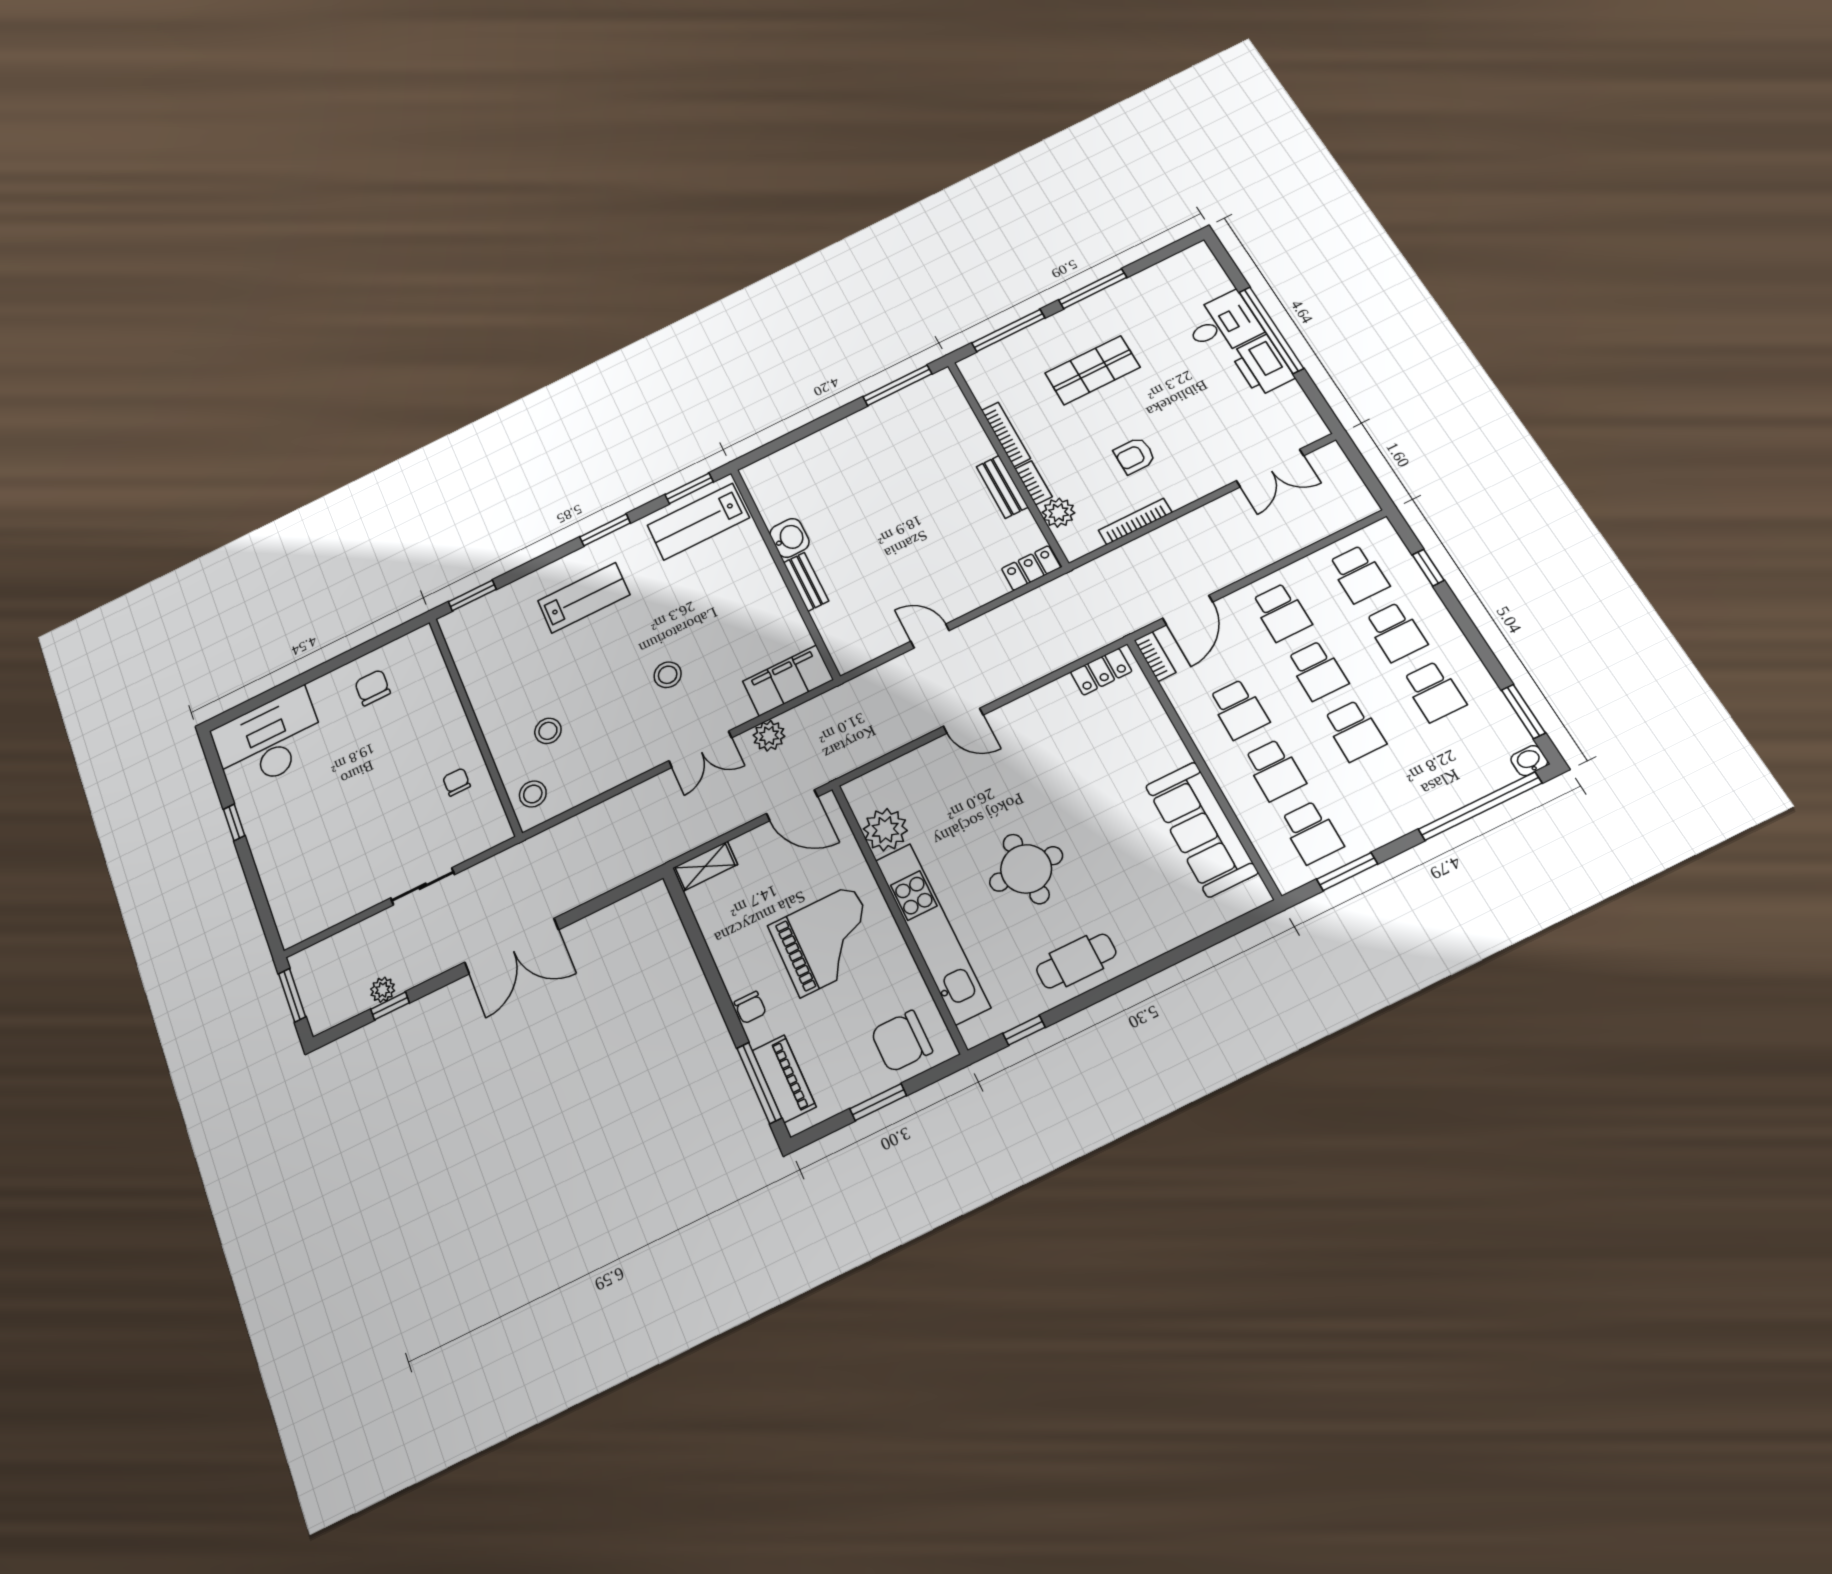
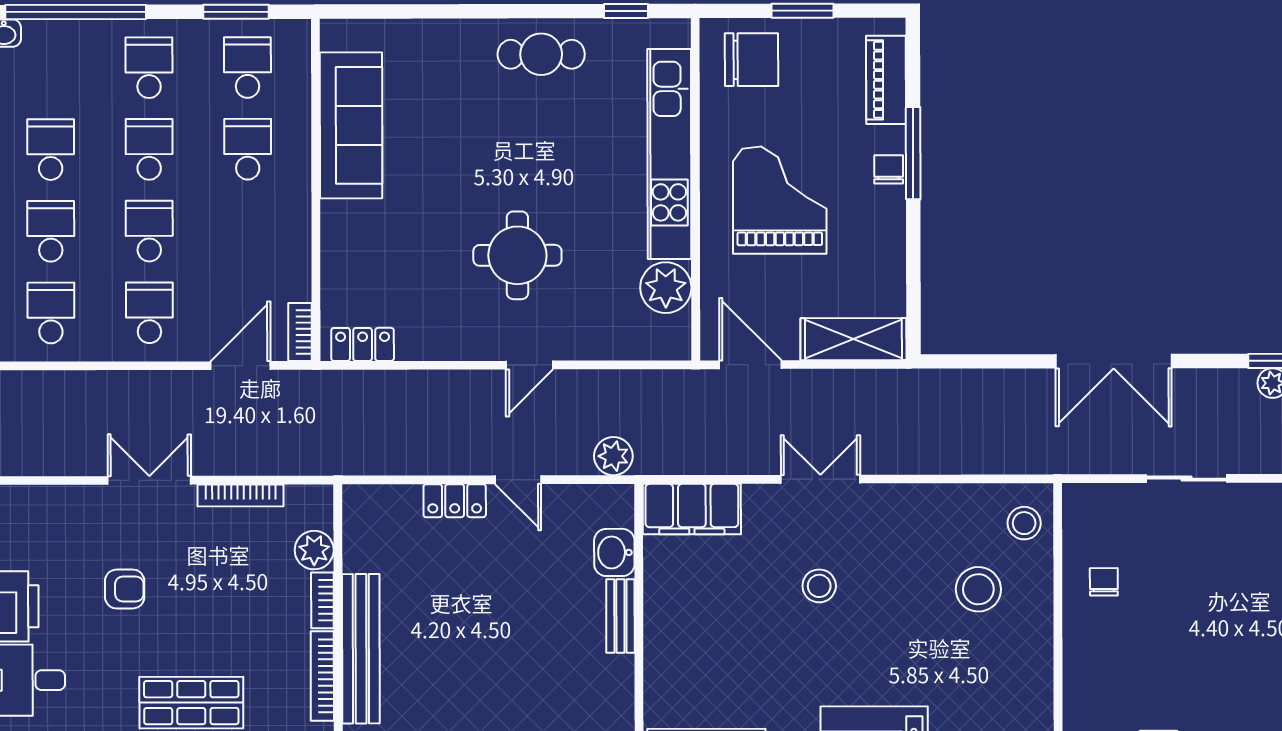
armchair: (1135, 456) -> (125, 589), moved
double door: (1270, 468) -> (149, 480), moved
bench: (1002, 487) -> (361, 649), width x1.86, depth x1.21
washbasin: (789, 538) -> (614, 552), moved
locker: (1031, 568) -> (455, 501), moved
school desk: (1239, 709) -> (149, 68), moved
door: (963, 721) -> (529, 365), swing flipped
stool: (548, 731) -> (978, 589), width x1.38, depth x1.38
plant: (769, 736) -> (613, 456), moved
chair: (457, 782) -> (1104, 582), turned 180
shelving: (705, 866) -> (853, 339), width x1.50, depth x1.33
round table: (1026, 869) -> (517, 255), moved
grand piano: (827, 941) -> (780, 200), turned 90
double door: (512, 946) -> (1114, 361), swing flipped
window: (759, 1083) -> (913, 153), moved

